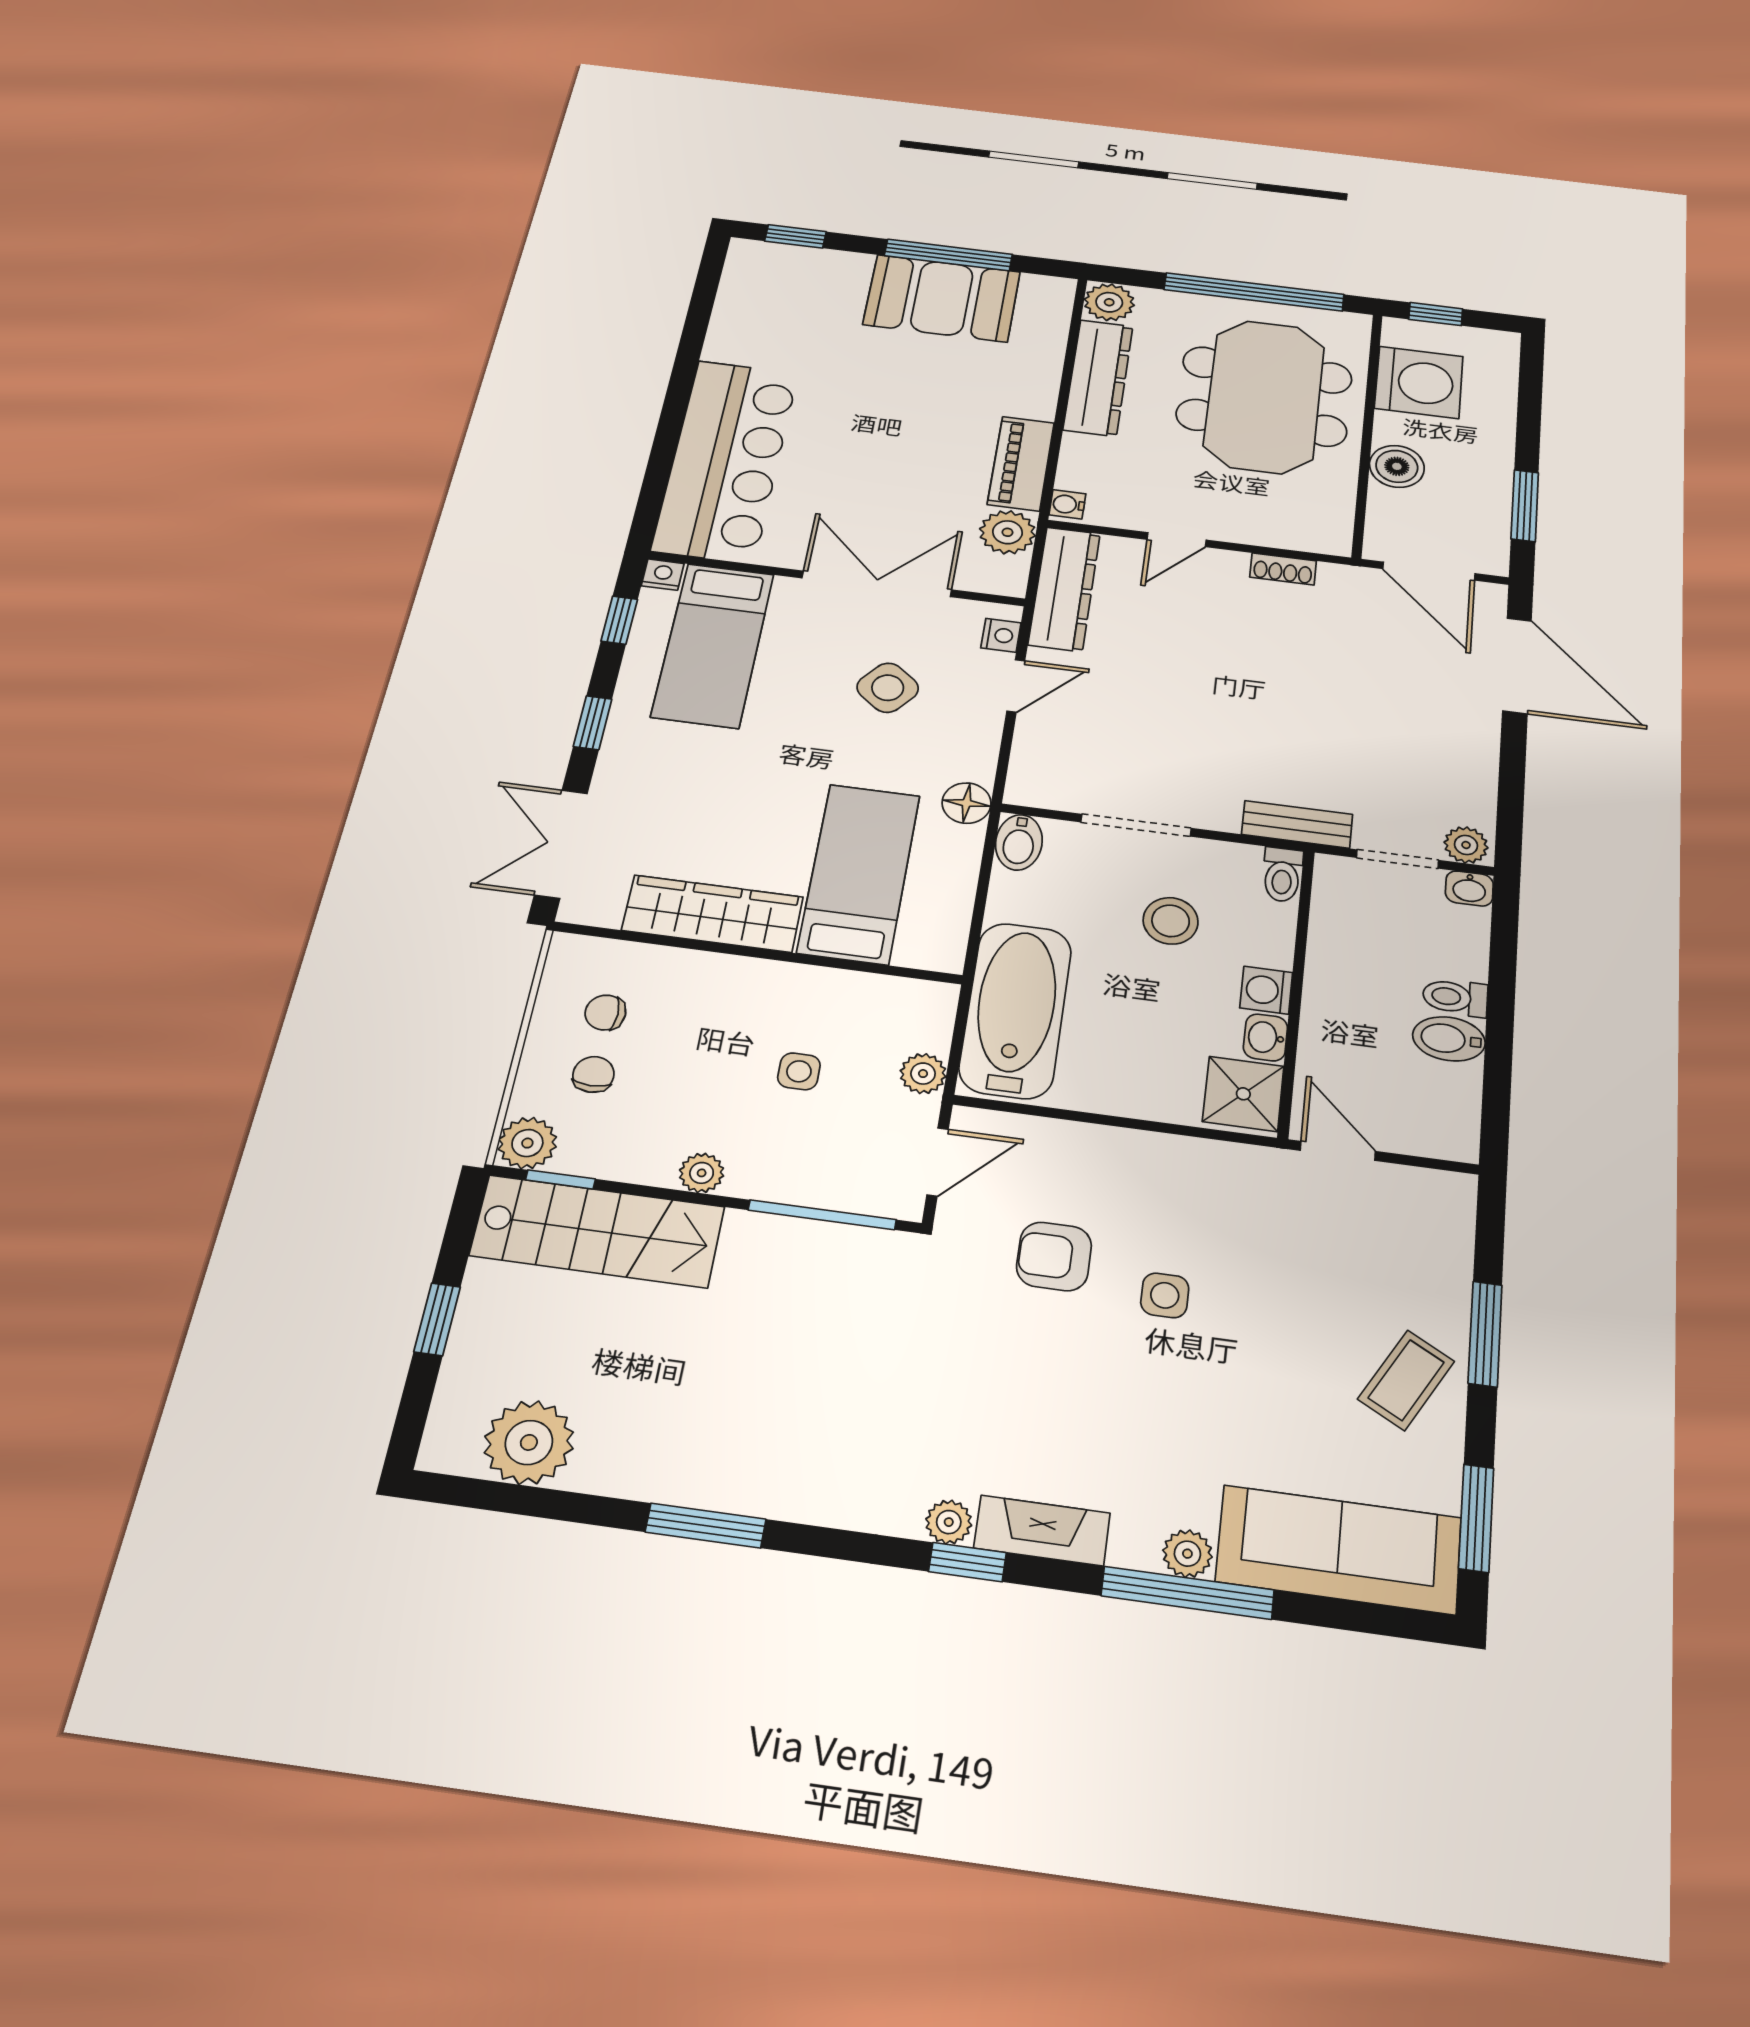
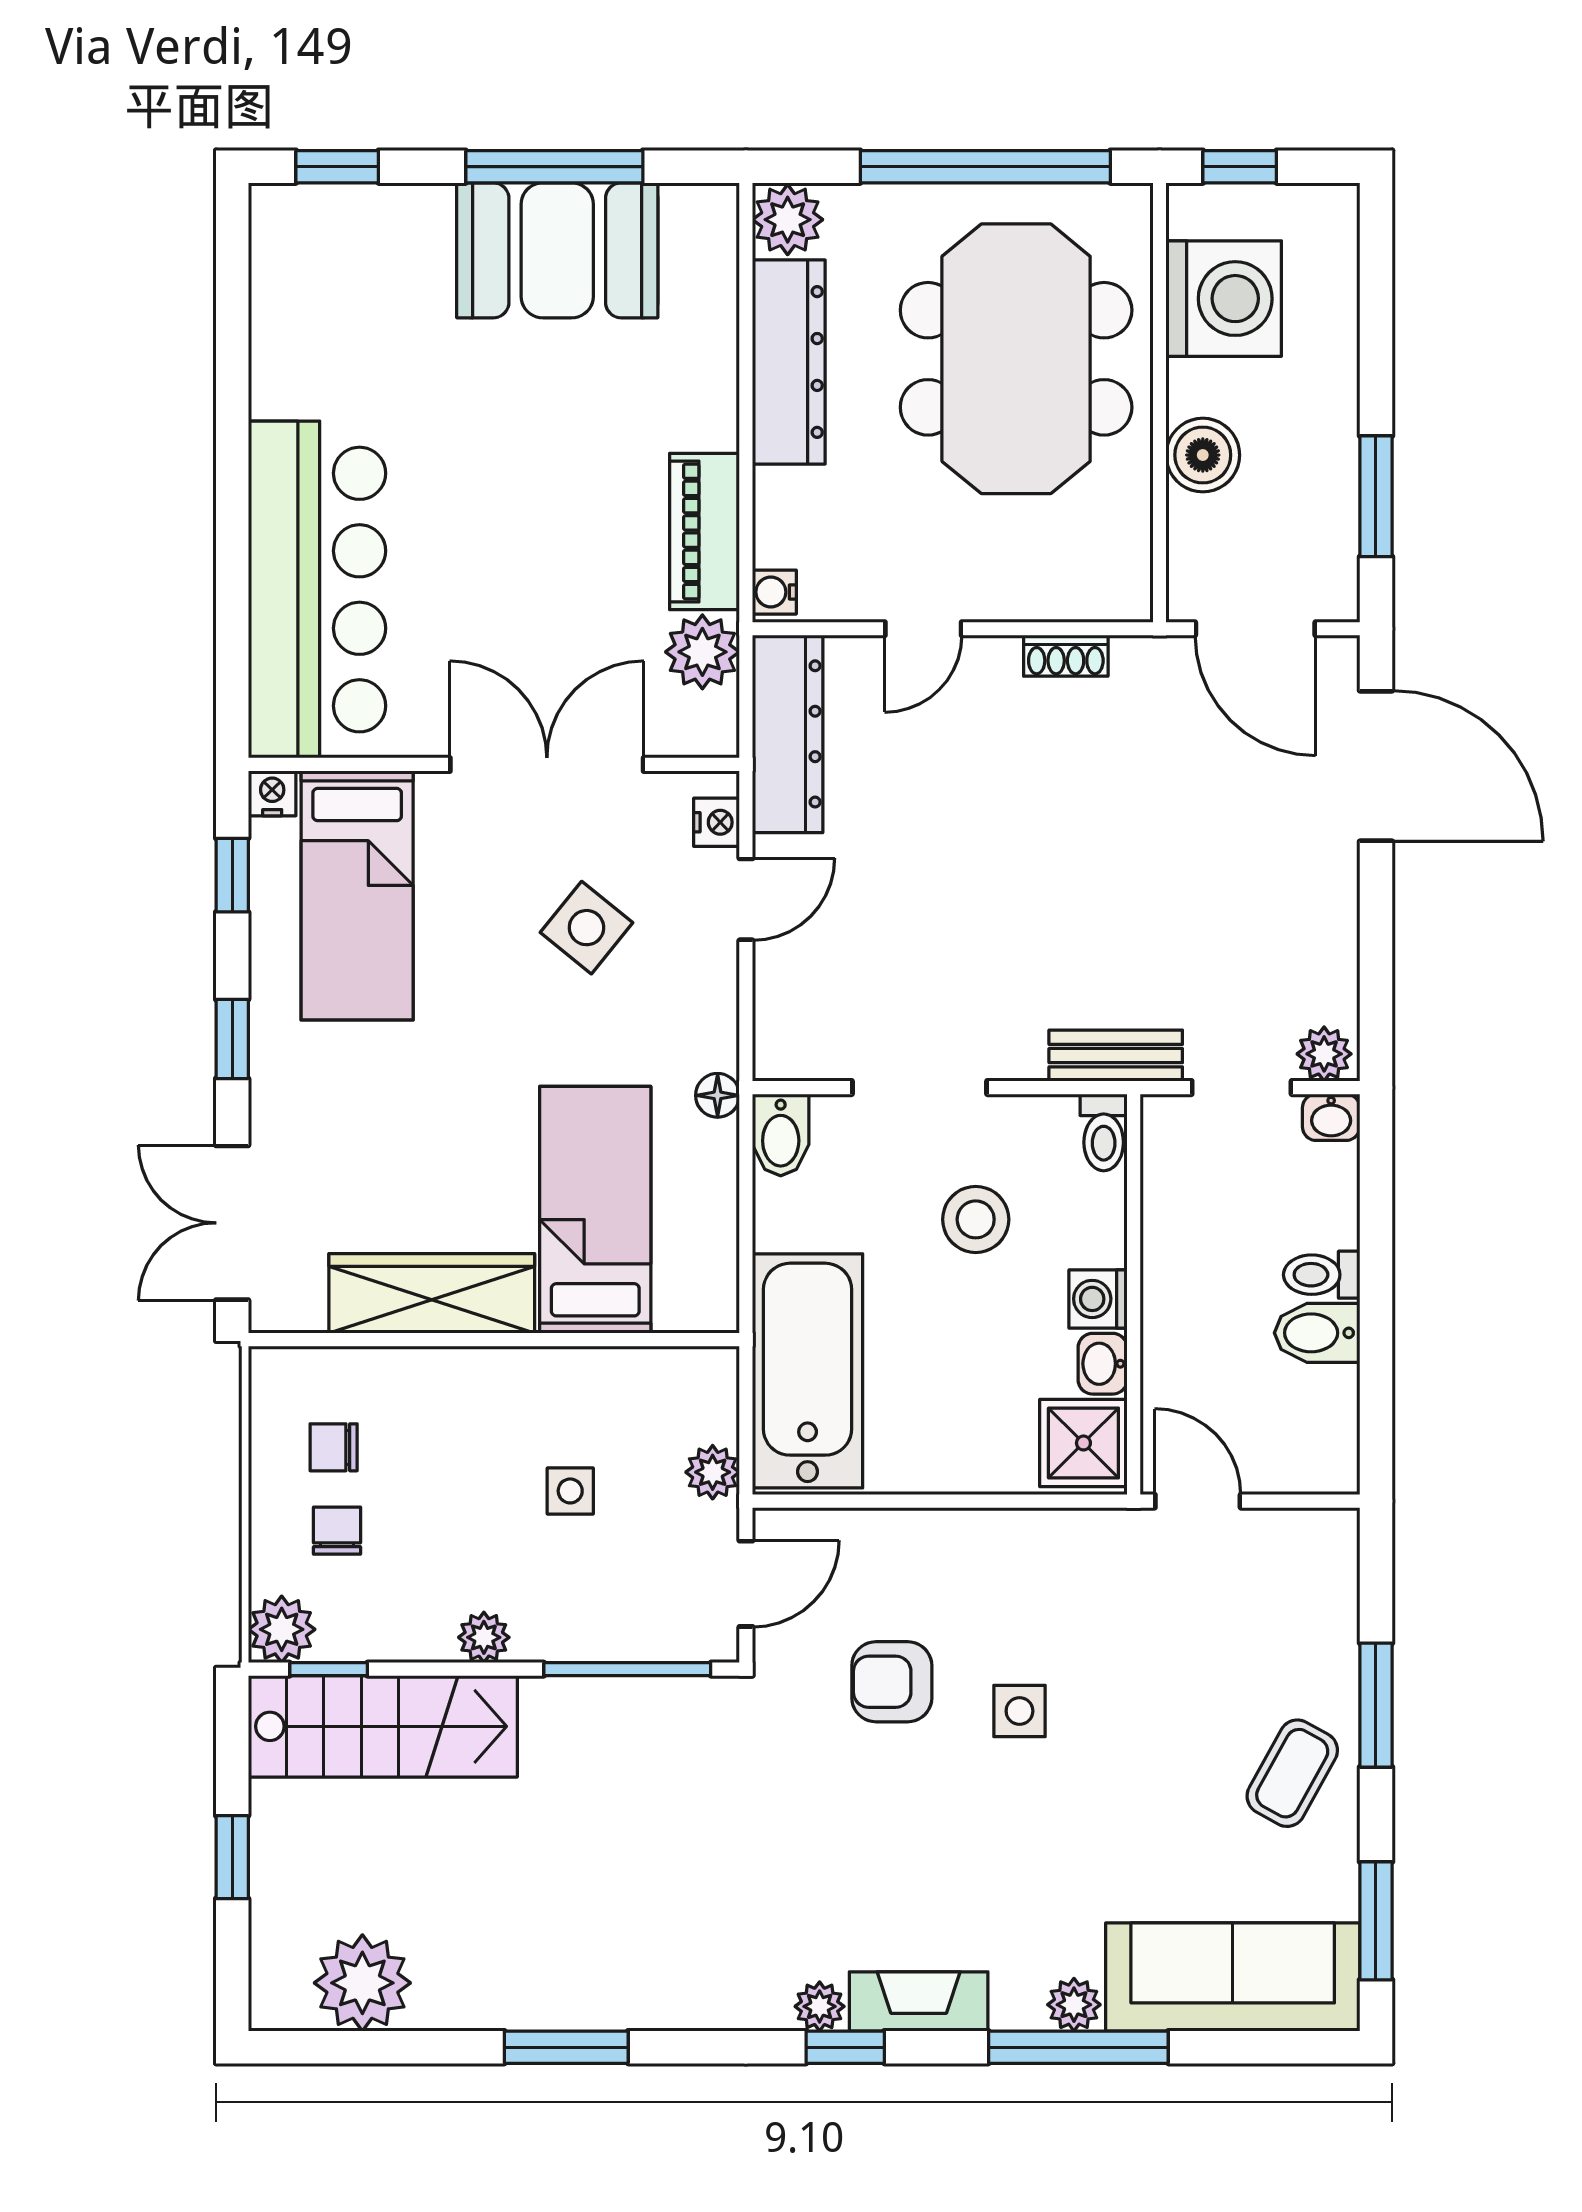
floor lamp: (967, 803) -> (718, 1095), width x0.73, depth x0.73

